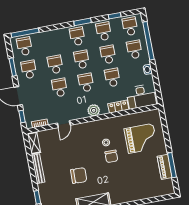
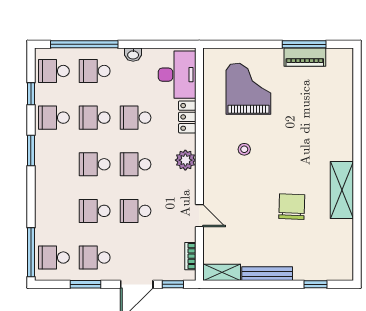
school desk: (77, 36) -> (54, 164), removed
chair: (111, 156) -> (270, 145), removed

